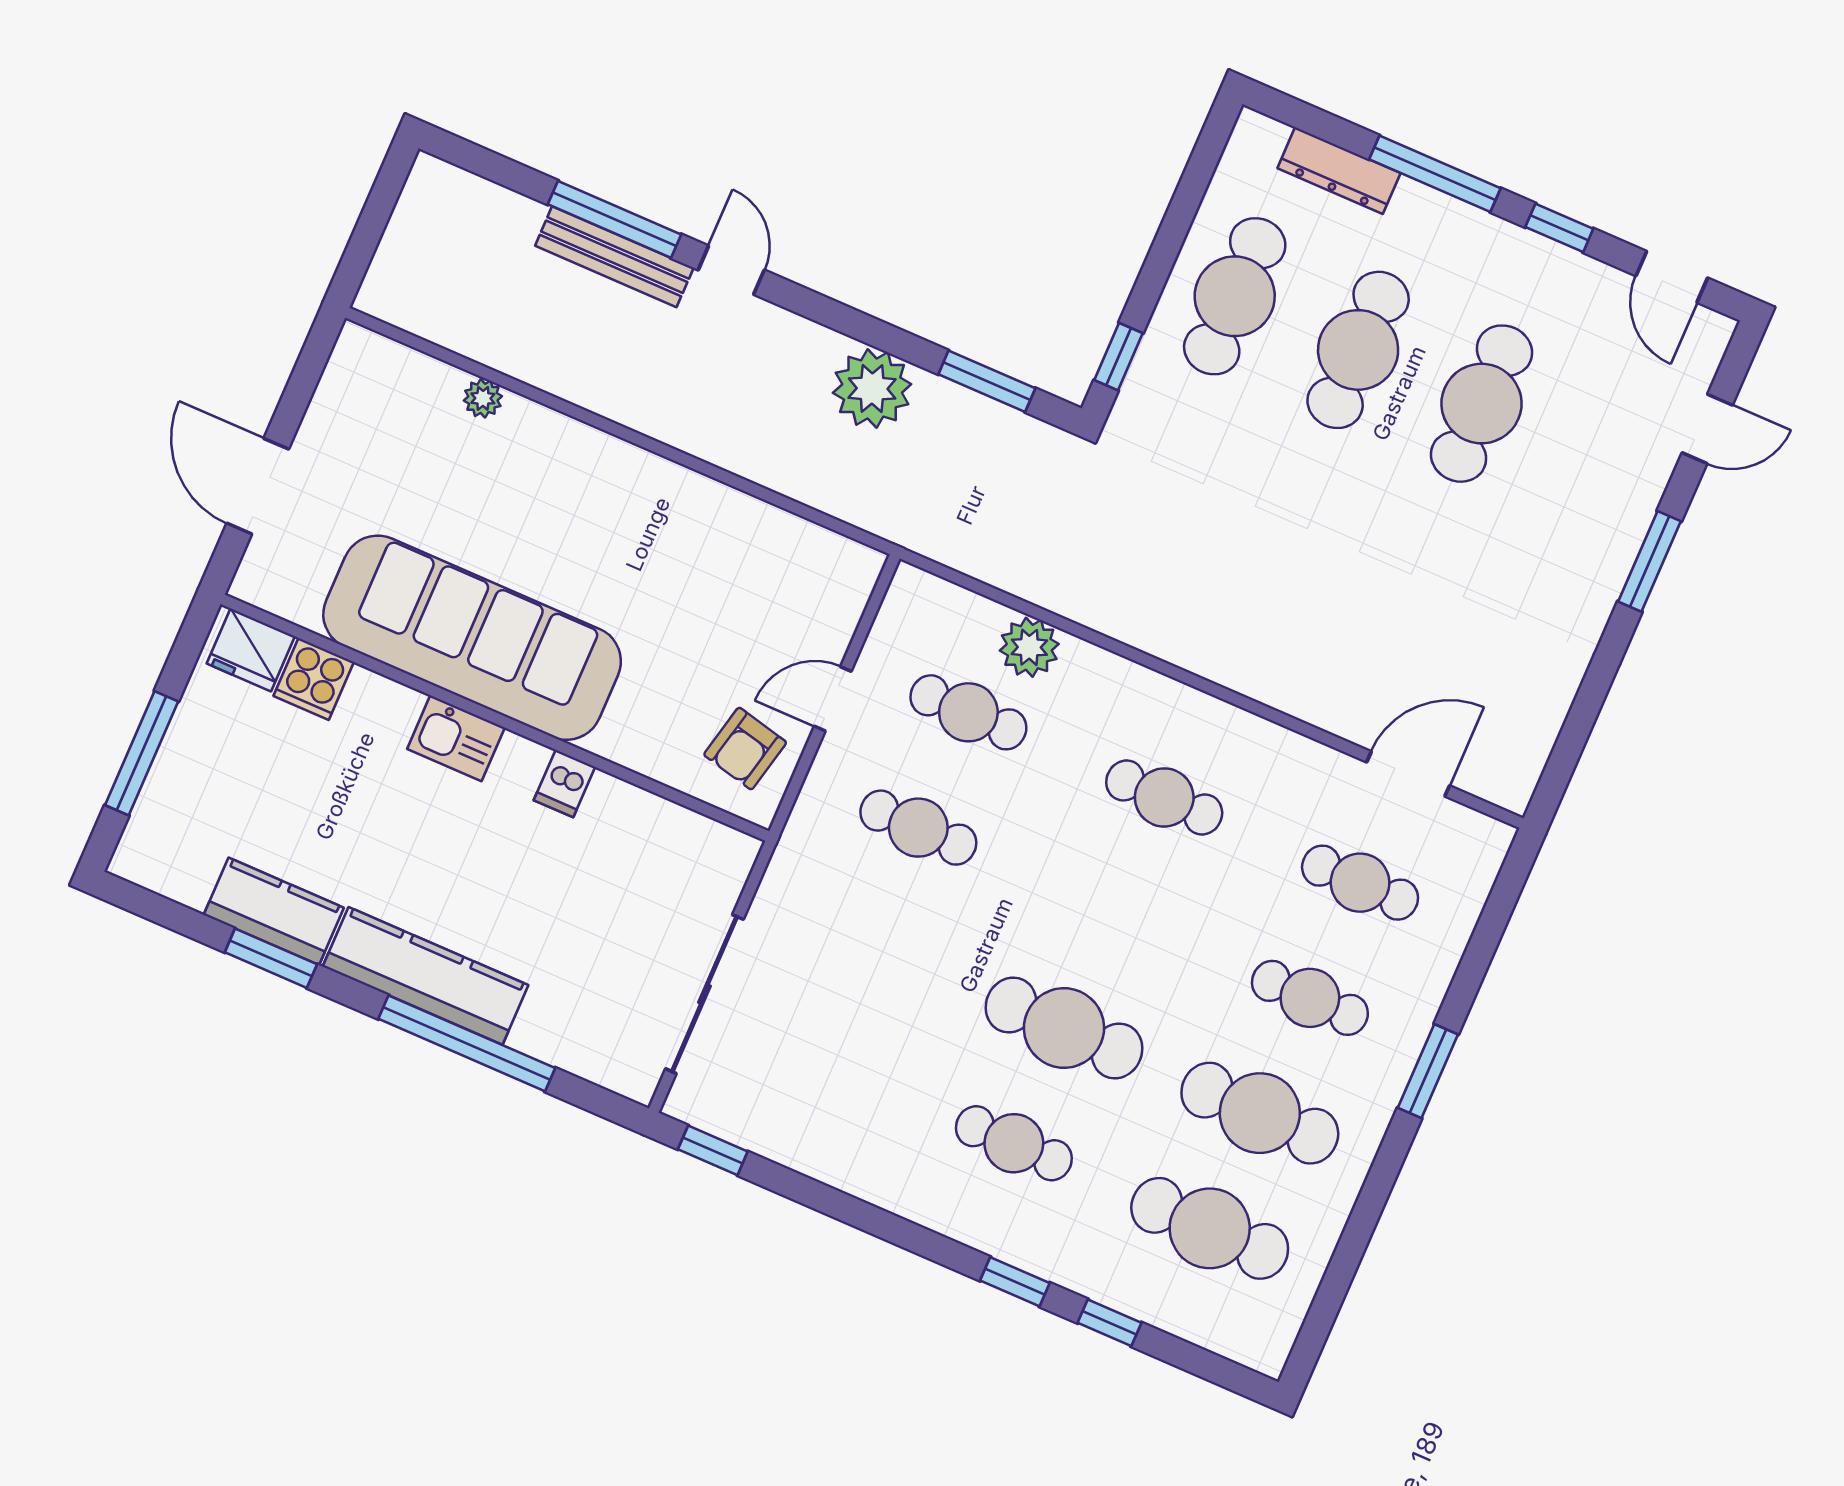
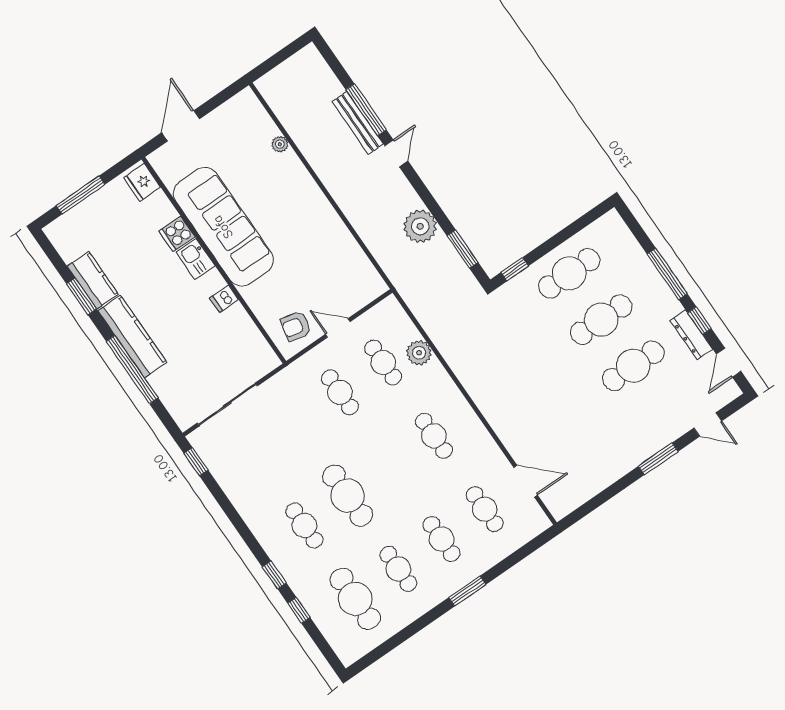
dresser: (1339, 171) -> (691, 335), moved
cooker: (314, 679) -> (177, 234), moved
cafe table: (1260, 1113) -> (398, 569), width x0.73, depth x0.74

